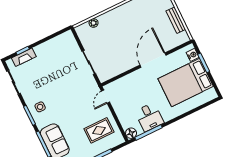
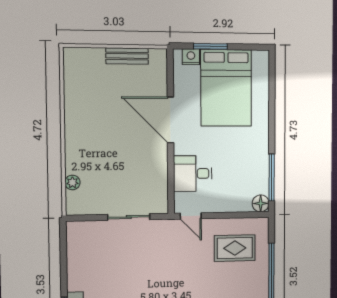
desk: (149, 117) -> (193, 174), moved, turned 180
rug: (99, 130) -> (235, 248), turned 90

